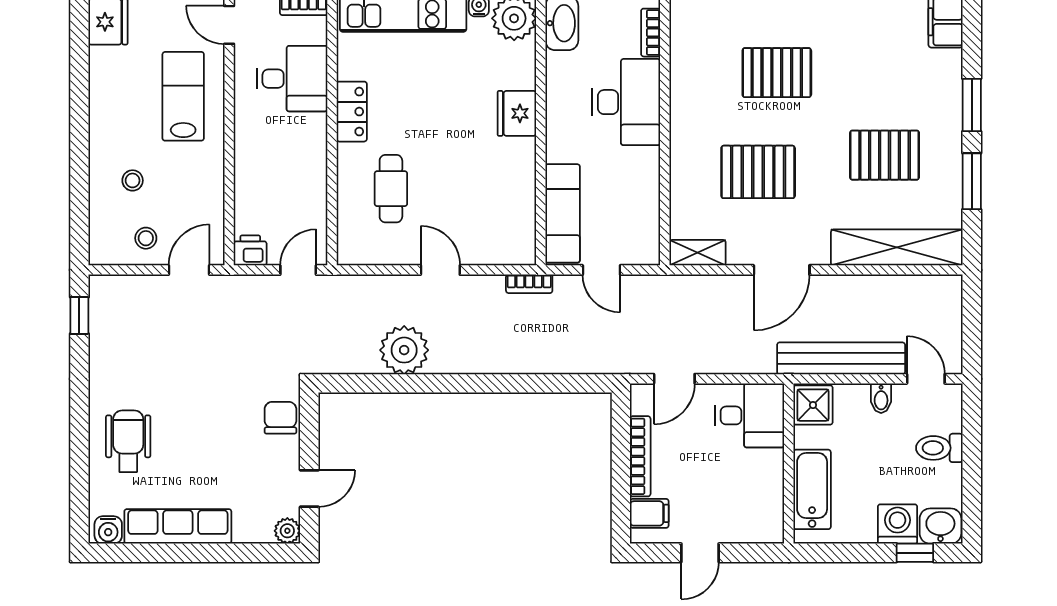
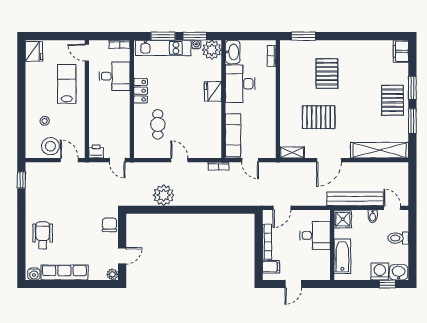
pallet: (777, 73) -> (327, 74), turned 90
desk: (626, 102) -> (240, 84), moved, turned 180
pallet: (885, 155) -> (393, 100), moved, turned 90
stool: (146, 238) -> (50, 146), width x1.89, depth x1.89
door: (189, 270) -> (69, 160), hinge flipped
door: (298, 270) -> (117, 160), swing flipped
desk: (750, 415) -> (315, 235), moved

